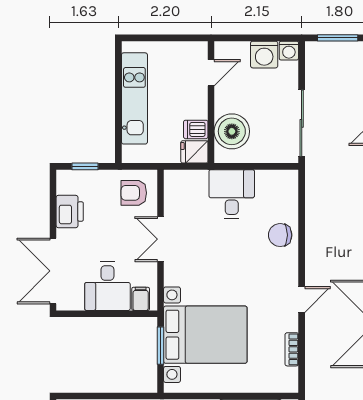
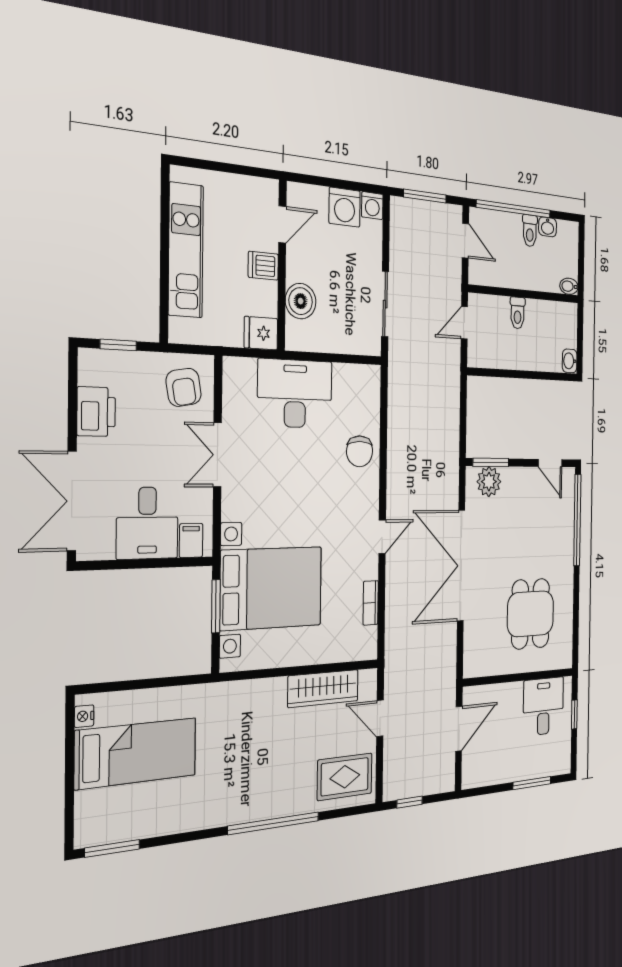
sliding door: (302, 123) -> (385, 304), width x0.73
dishwasher: (196, 129) -> (263, 266), moved
boiler: (232, 131) -> (301, 301), width x0.73, depth x0.73
armchair: (134, 193) -> (184, 387), turned -100
desk: (232, 194) -> (295, 394), width x1.37
chair: (280, 235) -> (360, 451), turned -90

